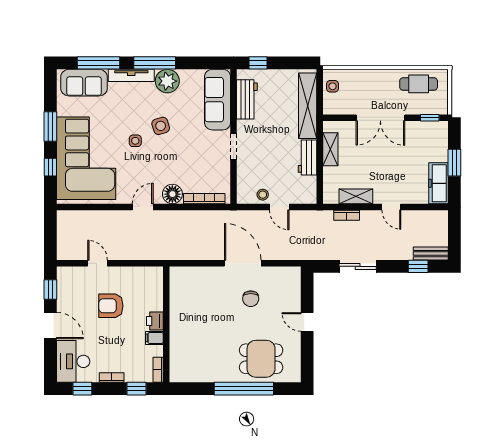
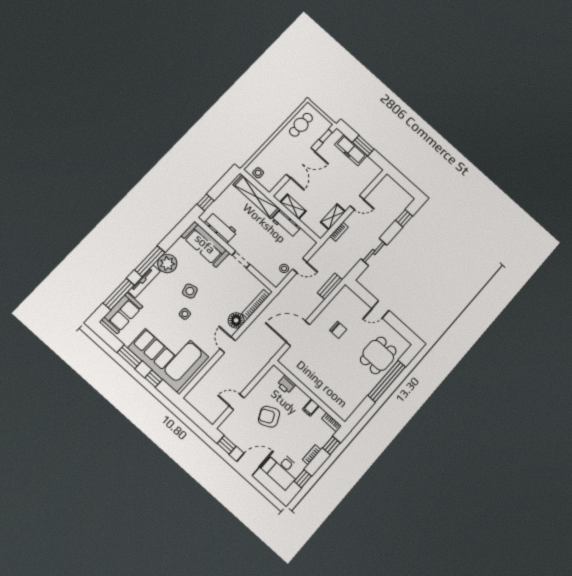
freezer: (439, 183) -> (351, 150), moved
bench: (431, 254) -> (330, 286), moved
door: (243, 263) -> (298, 333), moved
armchair: (111, 306) -> (269, 417), turned 64
printer: (155, 321) -> (286, 385), moved

